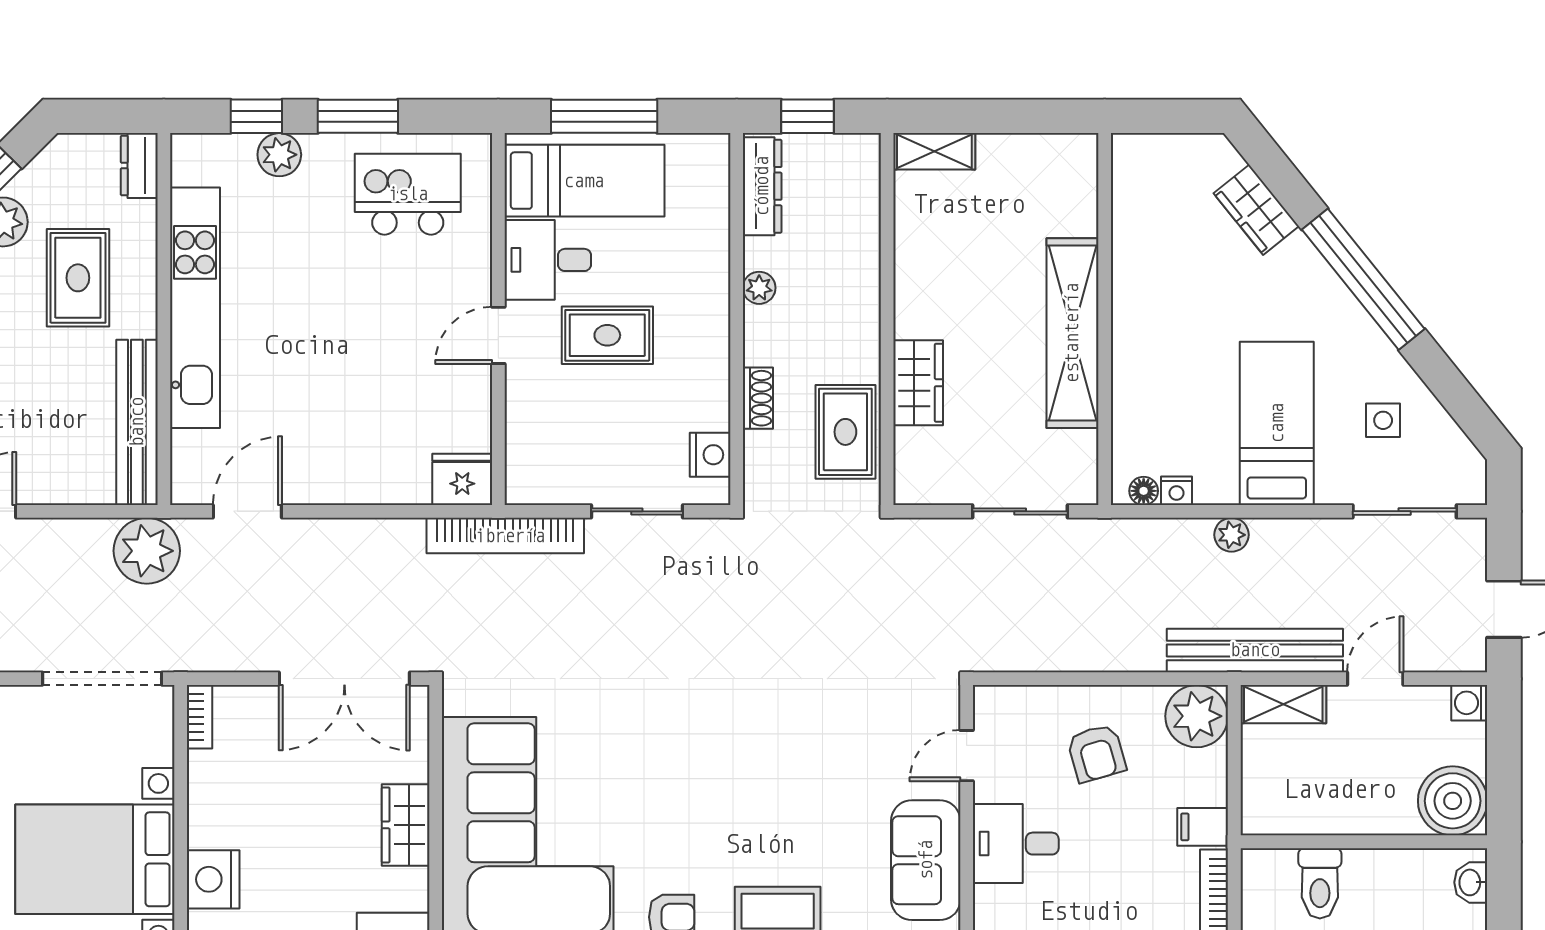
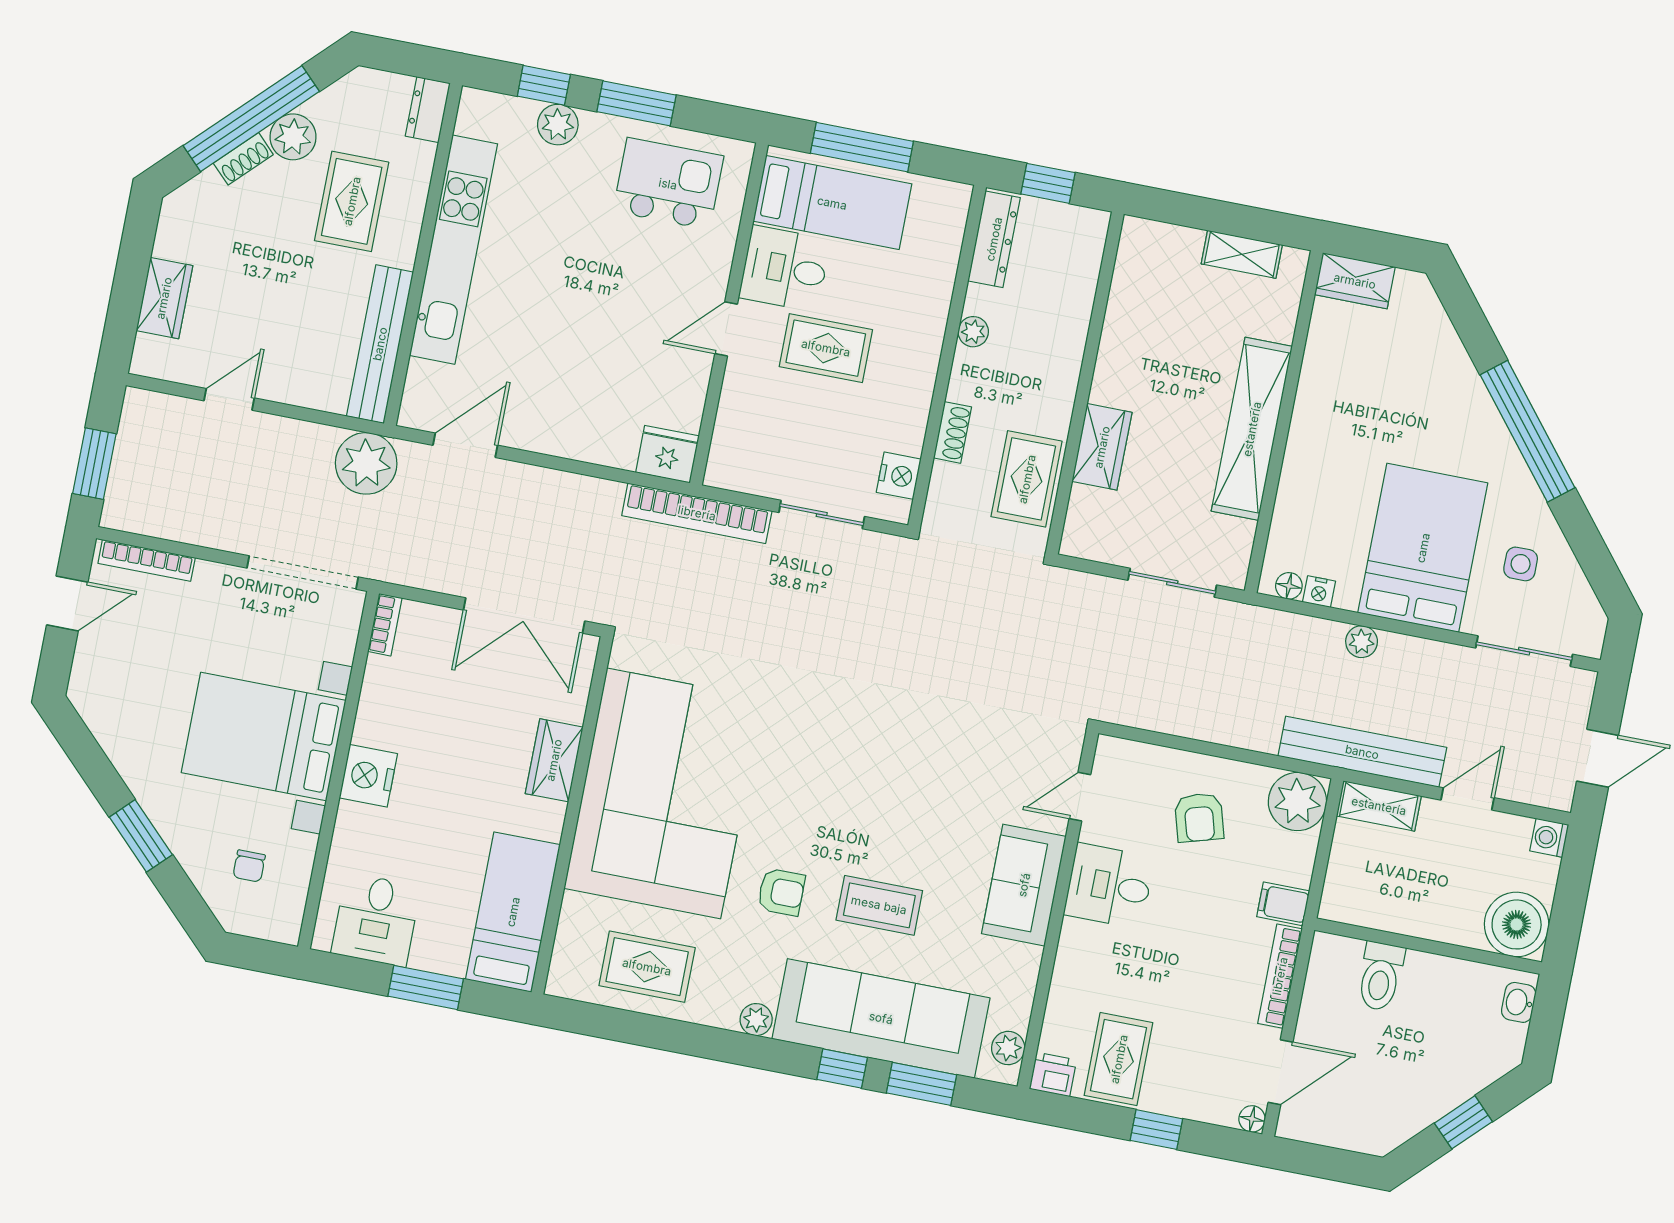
shelving: (934, 151) -> (1242, 254), moved
wardrobe: (1256, 210) -> (1355, 281), moved, turned -51
bed: (1277, 423) -> (1423, 548), width x1.50

